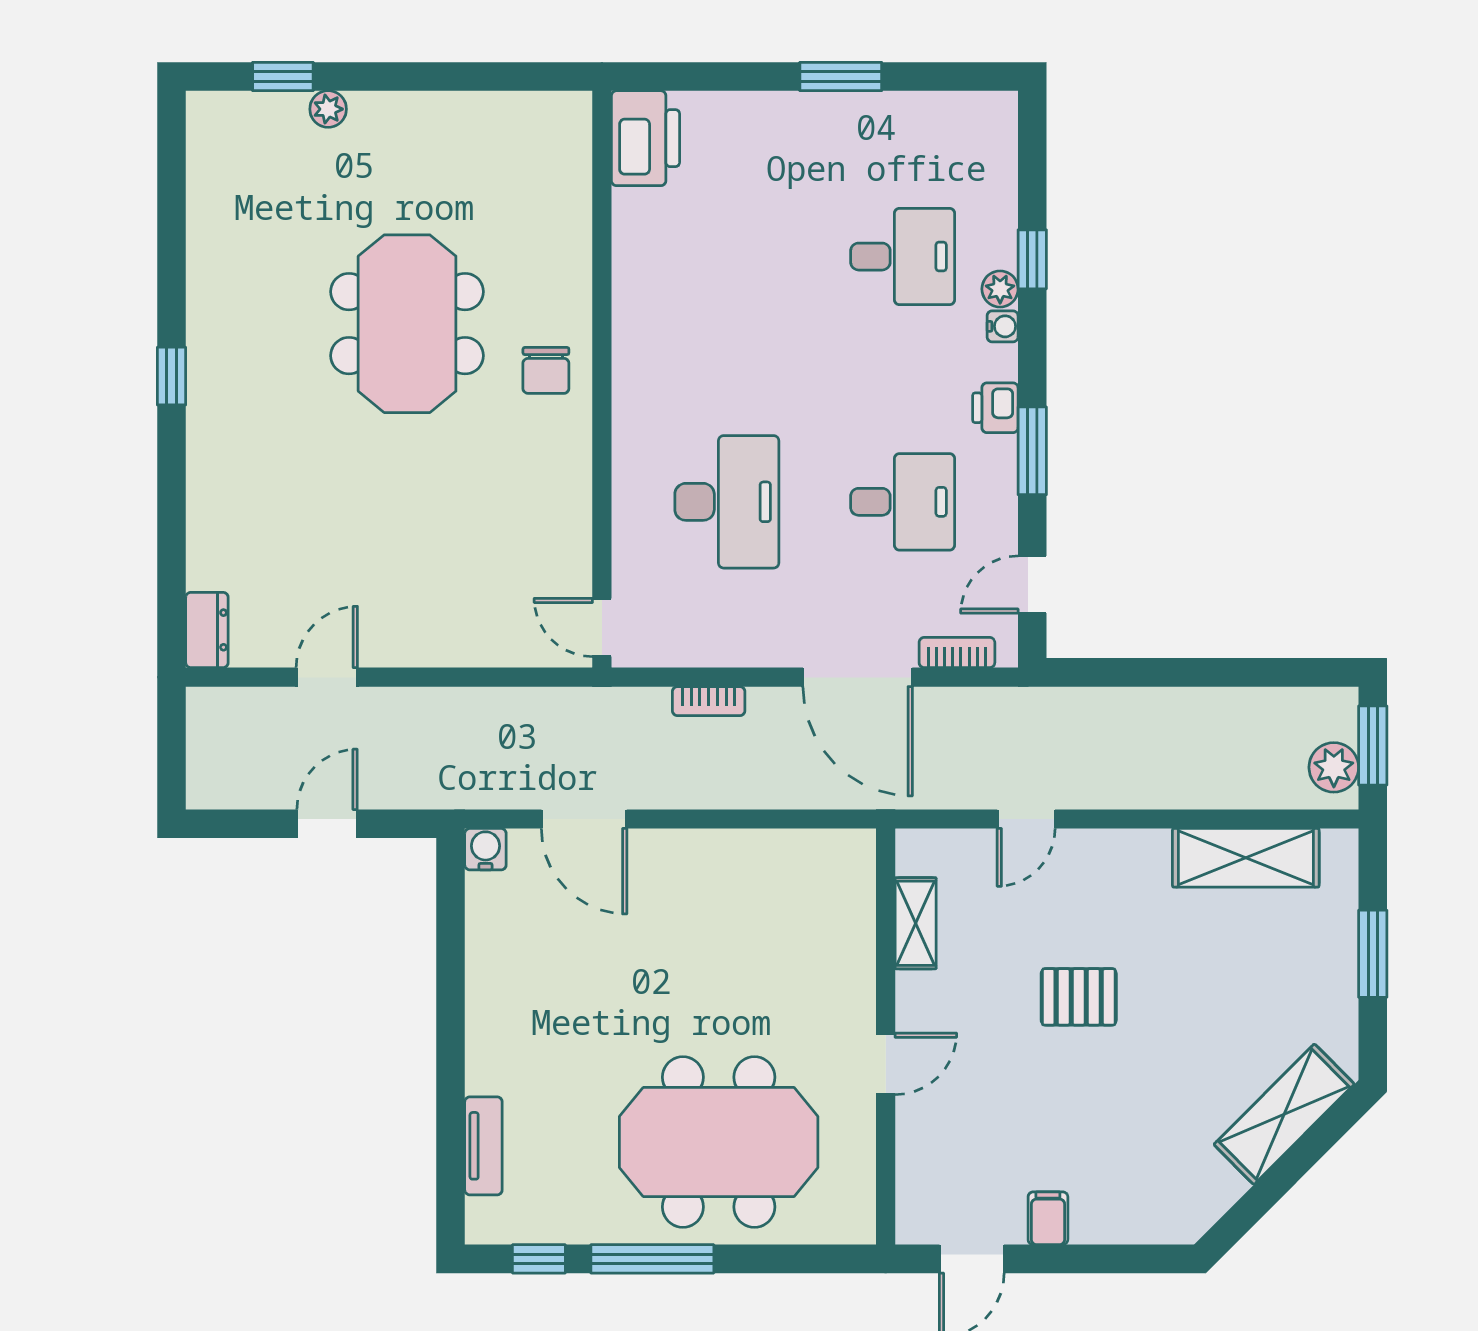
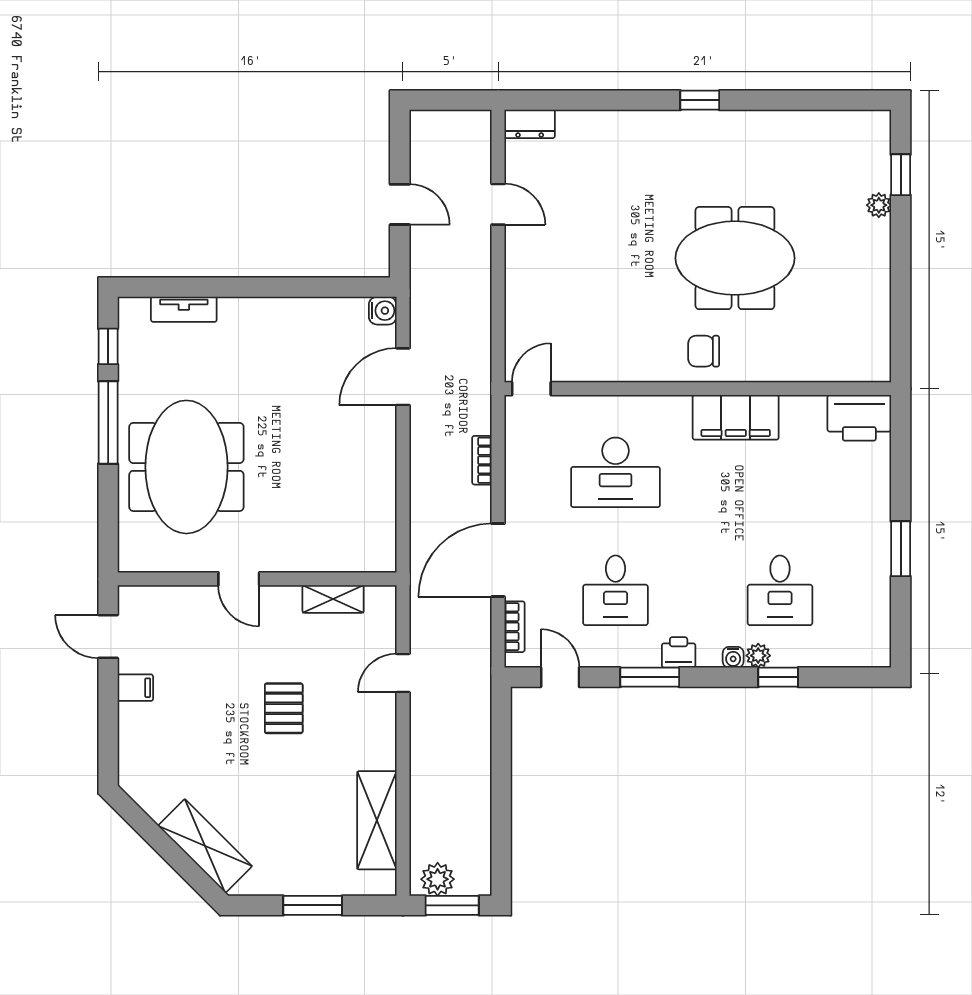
filing cabinet: (645, 323) -> (736, 417), added
door: (1026, 819) -> (403, 673), hinge flipped

